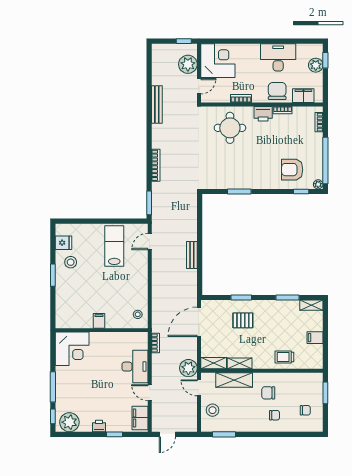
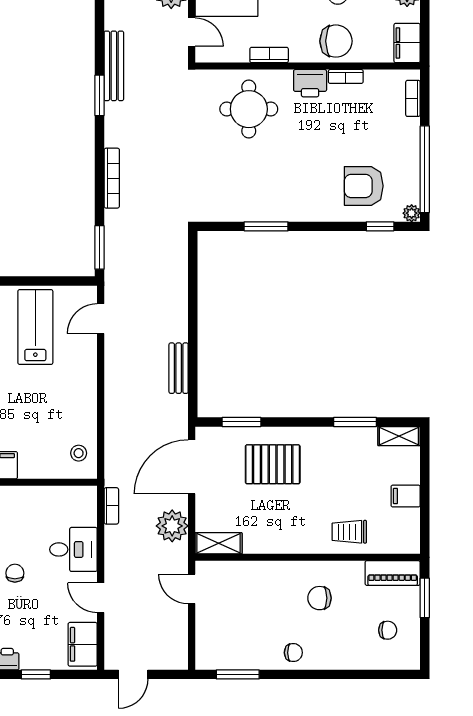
door: (199, 86) -> (192, 32), hinge flipped
chair: (277, 91) -> (336, 41), turned 90
filing cabinet: (303, 96) -> (407, 43), moved, turned -90
window: (149, 120) -> (100, 95), added
bench: (192, 255) -> (179, 368), moved
window: (241, 297) -> (241, 422), moved
pallet: (243, 320) -> (273, 464), width x1.50, depth x1.42
shelving: (240, 363) -> (266, 544), removed
desk: (135, 367) -> (73, 549), width x0.73
plant: (188, 368) -> (172, 526), moved
chair: (103, 379) -> (15, 573), added
piano: (308, 379) -> (393, 573), added
shelving: (234, 380) -> (257, 574), removed
stool: (213, 410) -> (217, 630), removed
chair: (274, 415) -> (293, 653), moved

